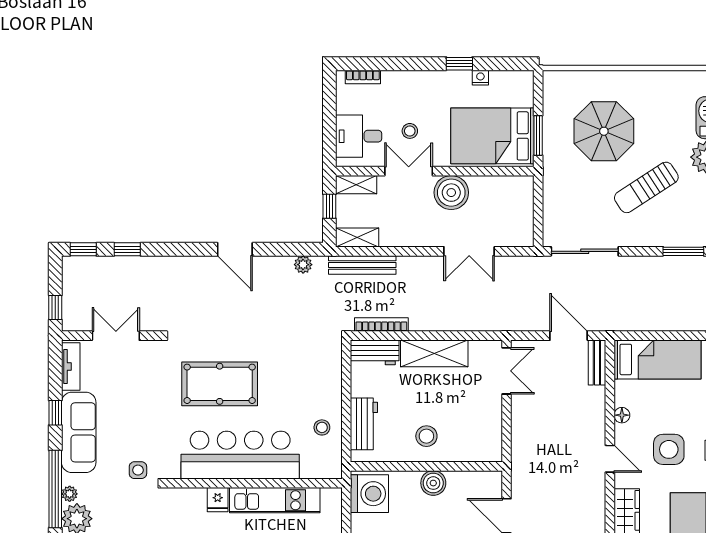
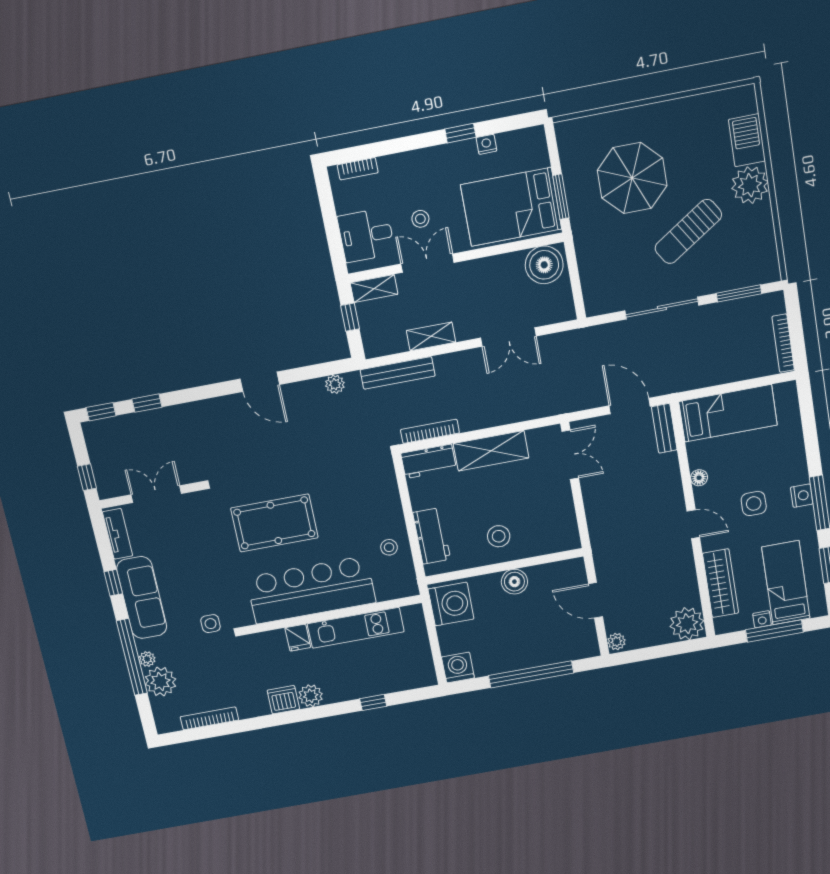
boiler: (451, 193) -> (544, 265), moved
shelving: (357, 237) -> (431, 336), moved
sliding door: (585, 251) -> (662, 308), moved
side table: (669, 449) -> (754, 503), width x0.73, depth x0.73

